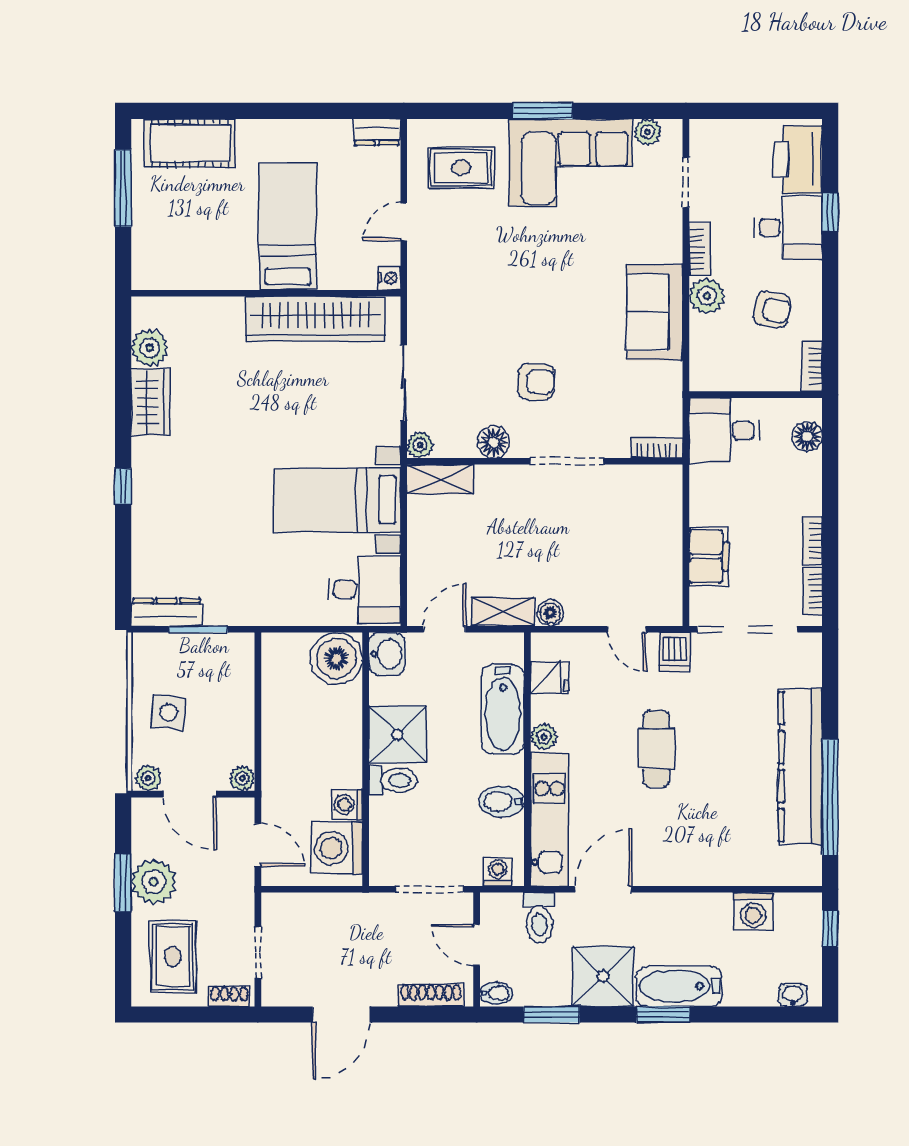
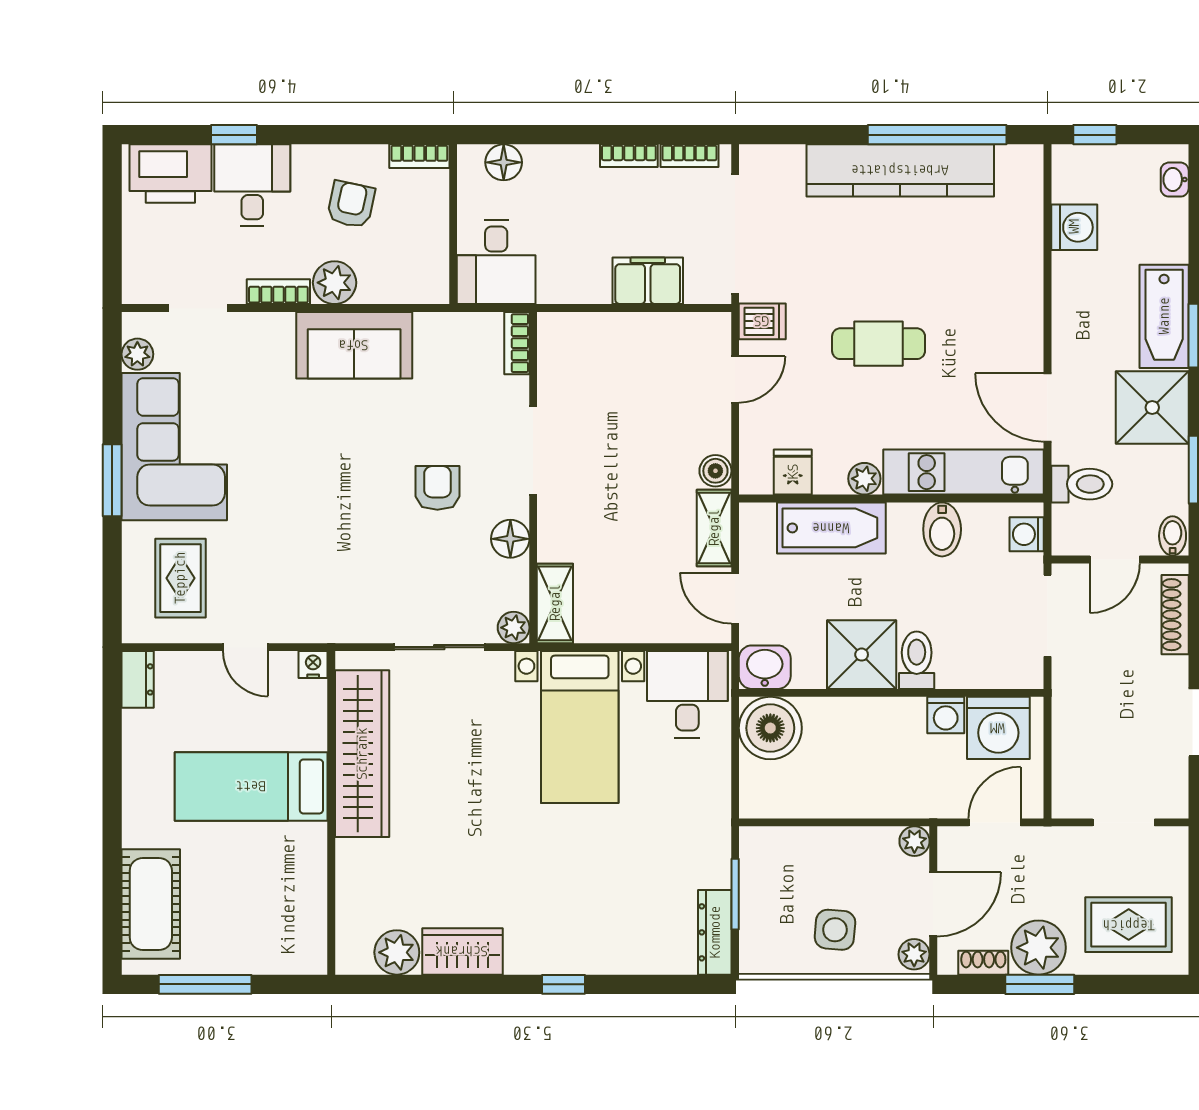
shoe rack: (229, 996) -> (983, 963), moved, turned 90

